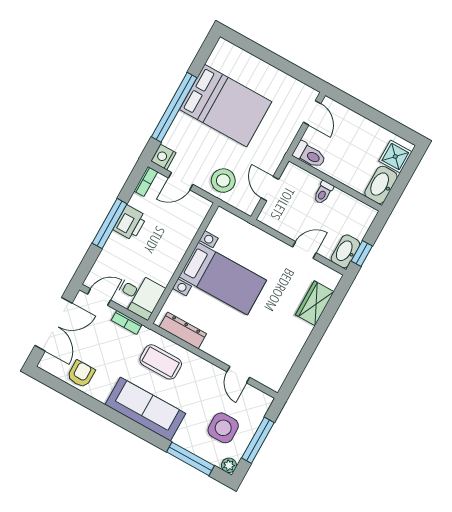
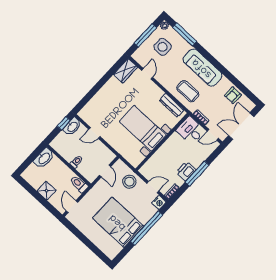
shower: (395, 156) -> (46, 191), moved
wardrobe: (315, 303) -> (125, 71), moved

